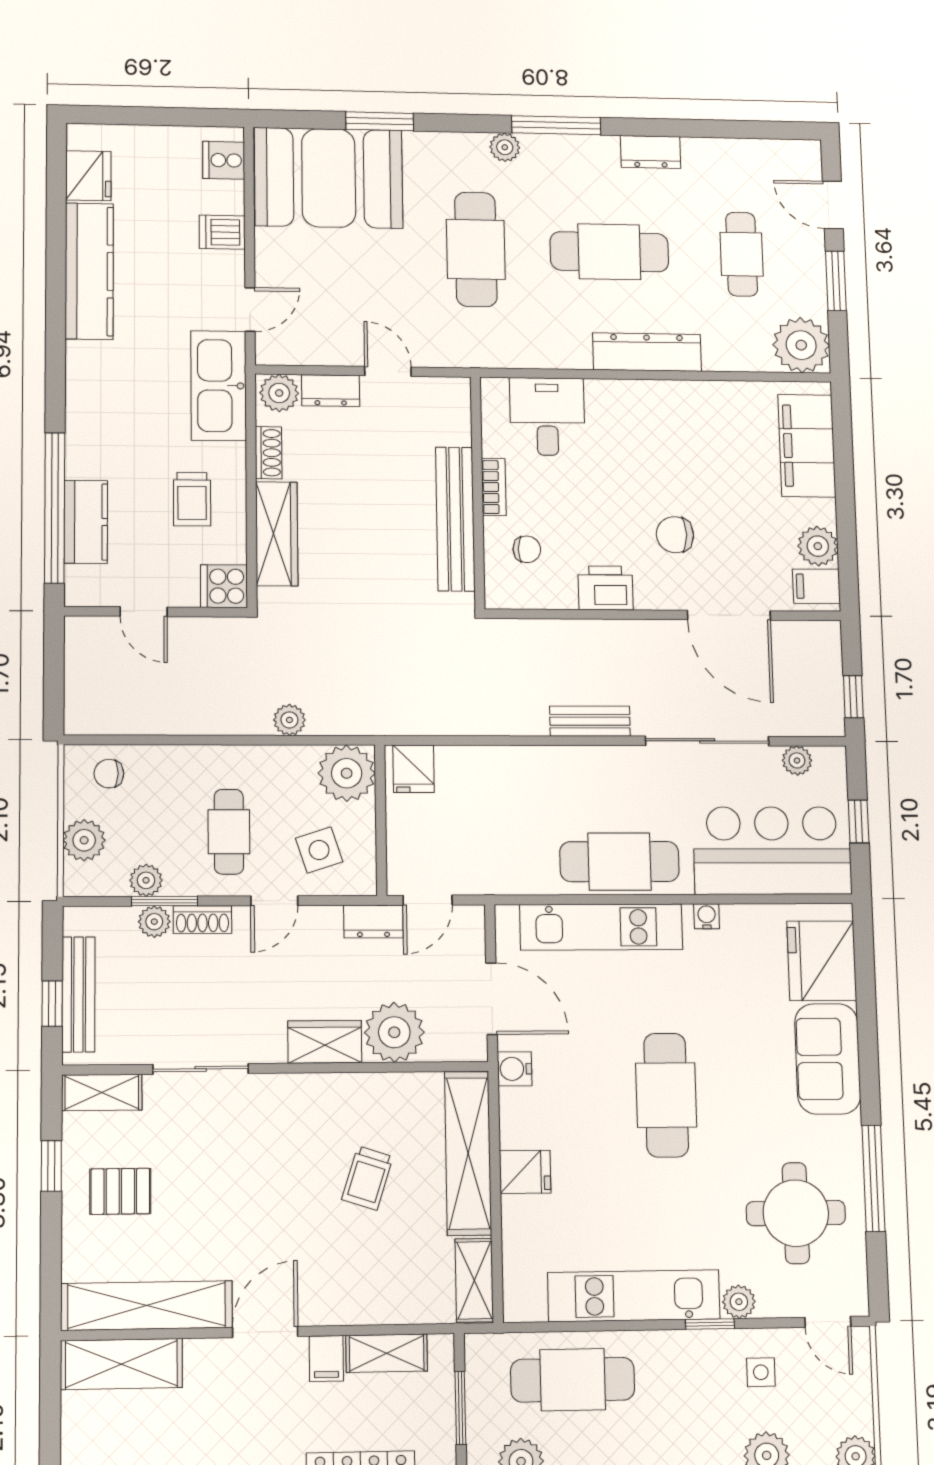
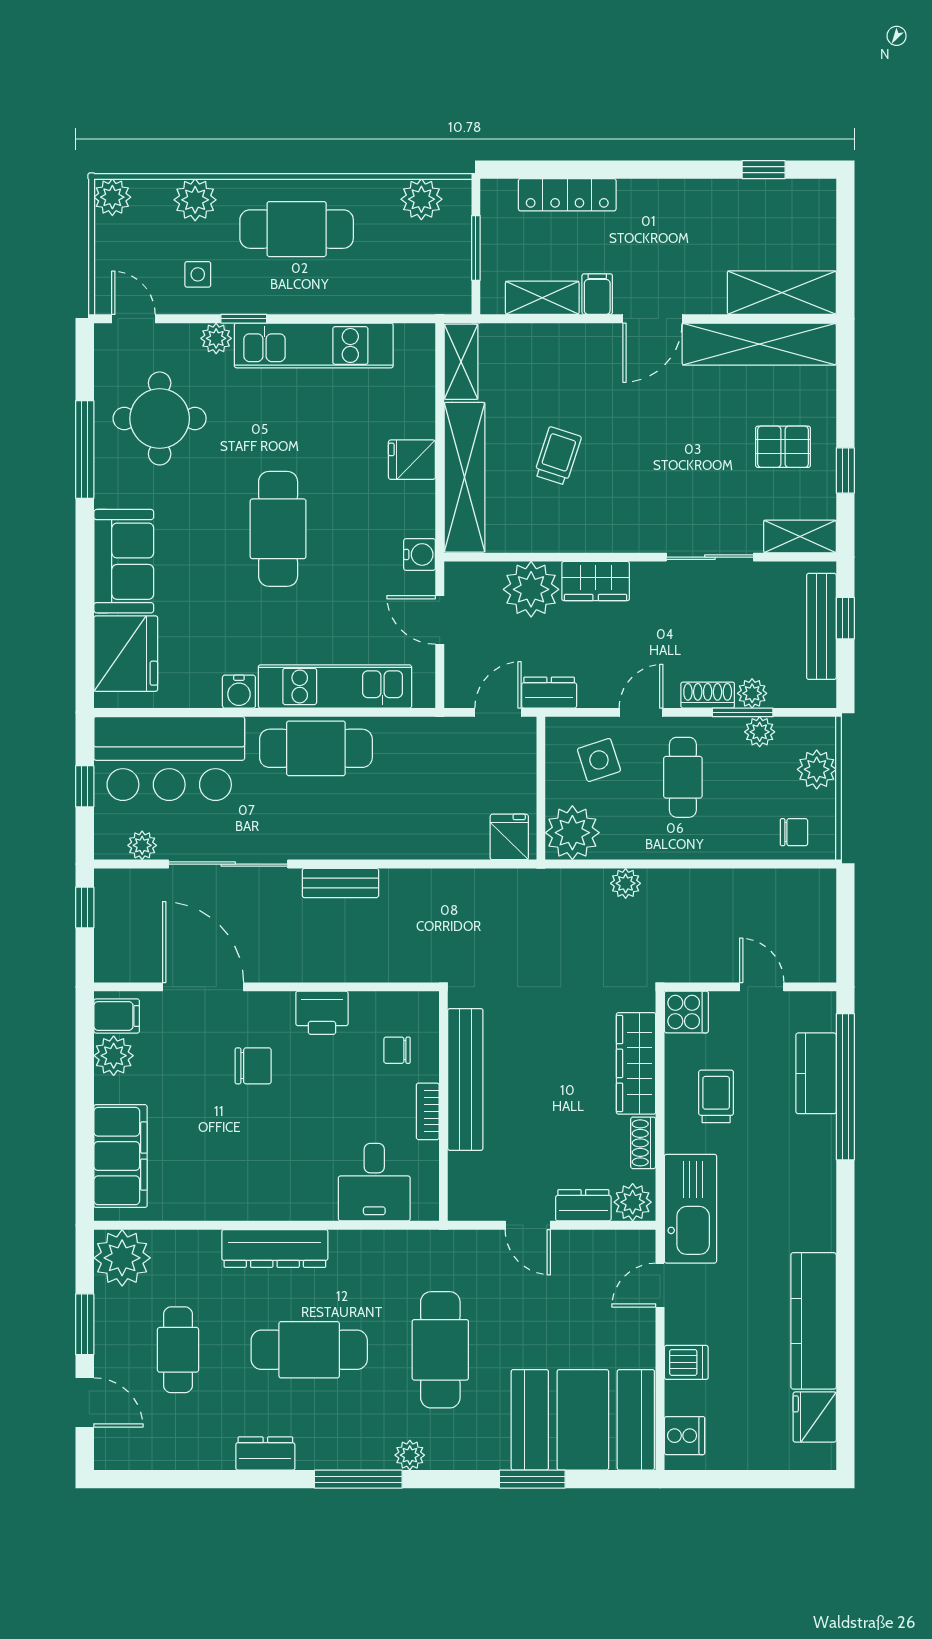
water cooler: (707, 916) -> (239, 692), width x1.38, depth x1.38
door: (492, 999) -> (440, 620), width x0.73
cafe table: (573, 1380) -> (297, 229), moved

